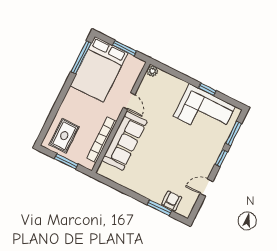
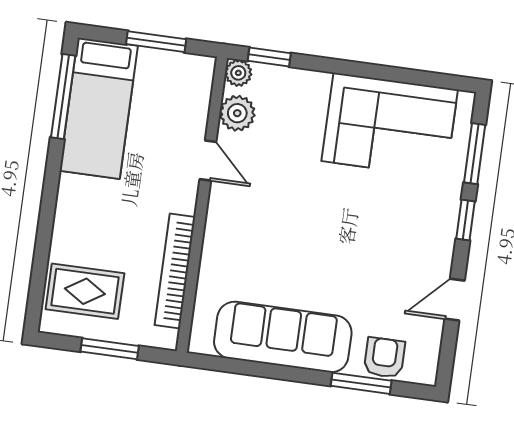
bed: (99, 69) -> (99, 108), width x0.67
plant: (147, 87) -> (237, 113), added
window: (207, 89) -> (269, 57), moved
rug: (64, 136) -> (85, 291), turned 90
sofa: (125, 141) -> (283, 337), moved, turned -90

